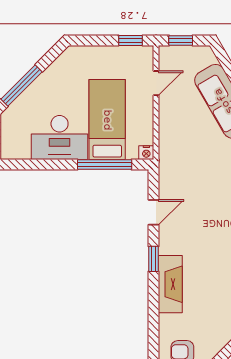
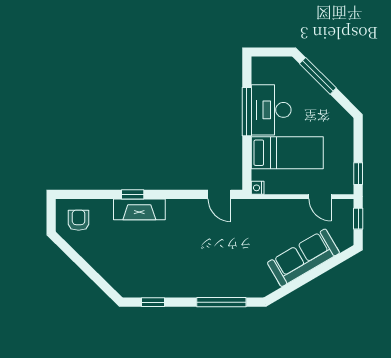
window: (105, 164) -> (247, 112), moved
door: (154, 212) -> (219, 194), moved
window: (154, 259) -> (133, 194), moved

